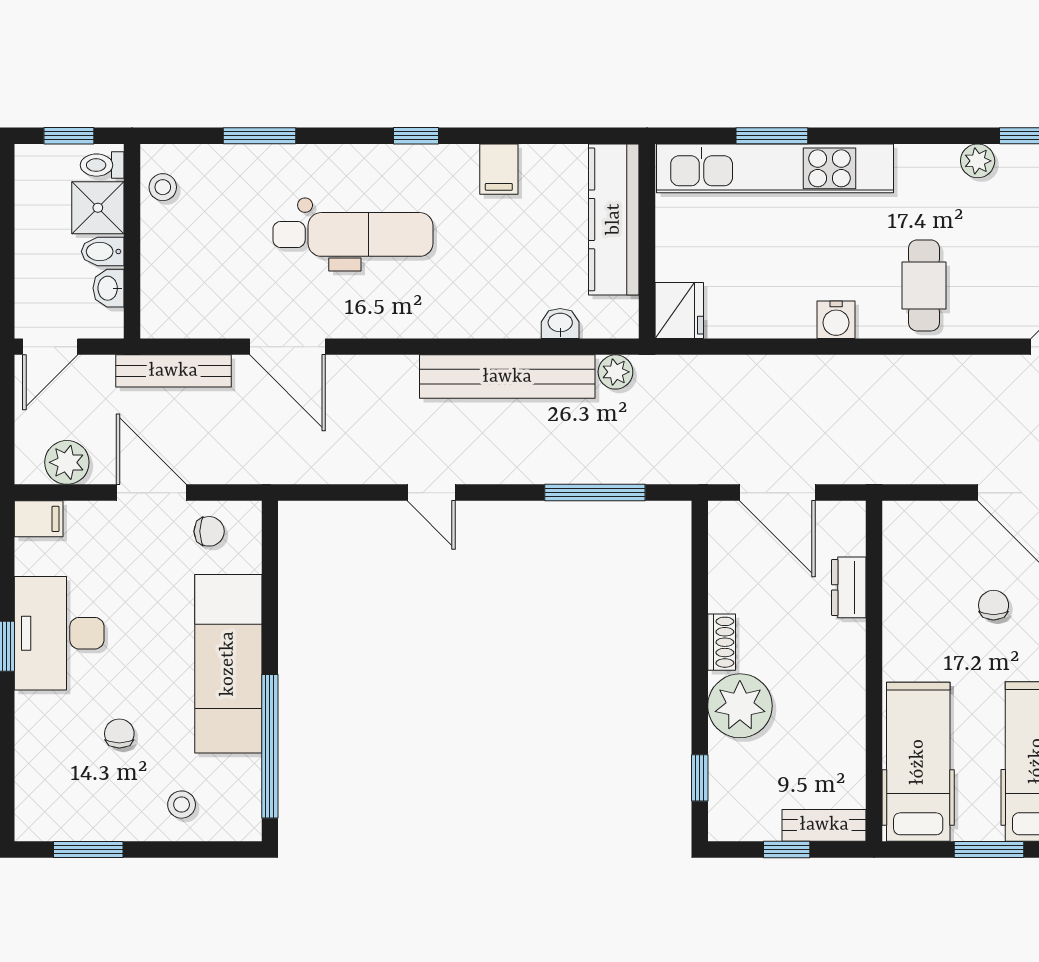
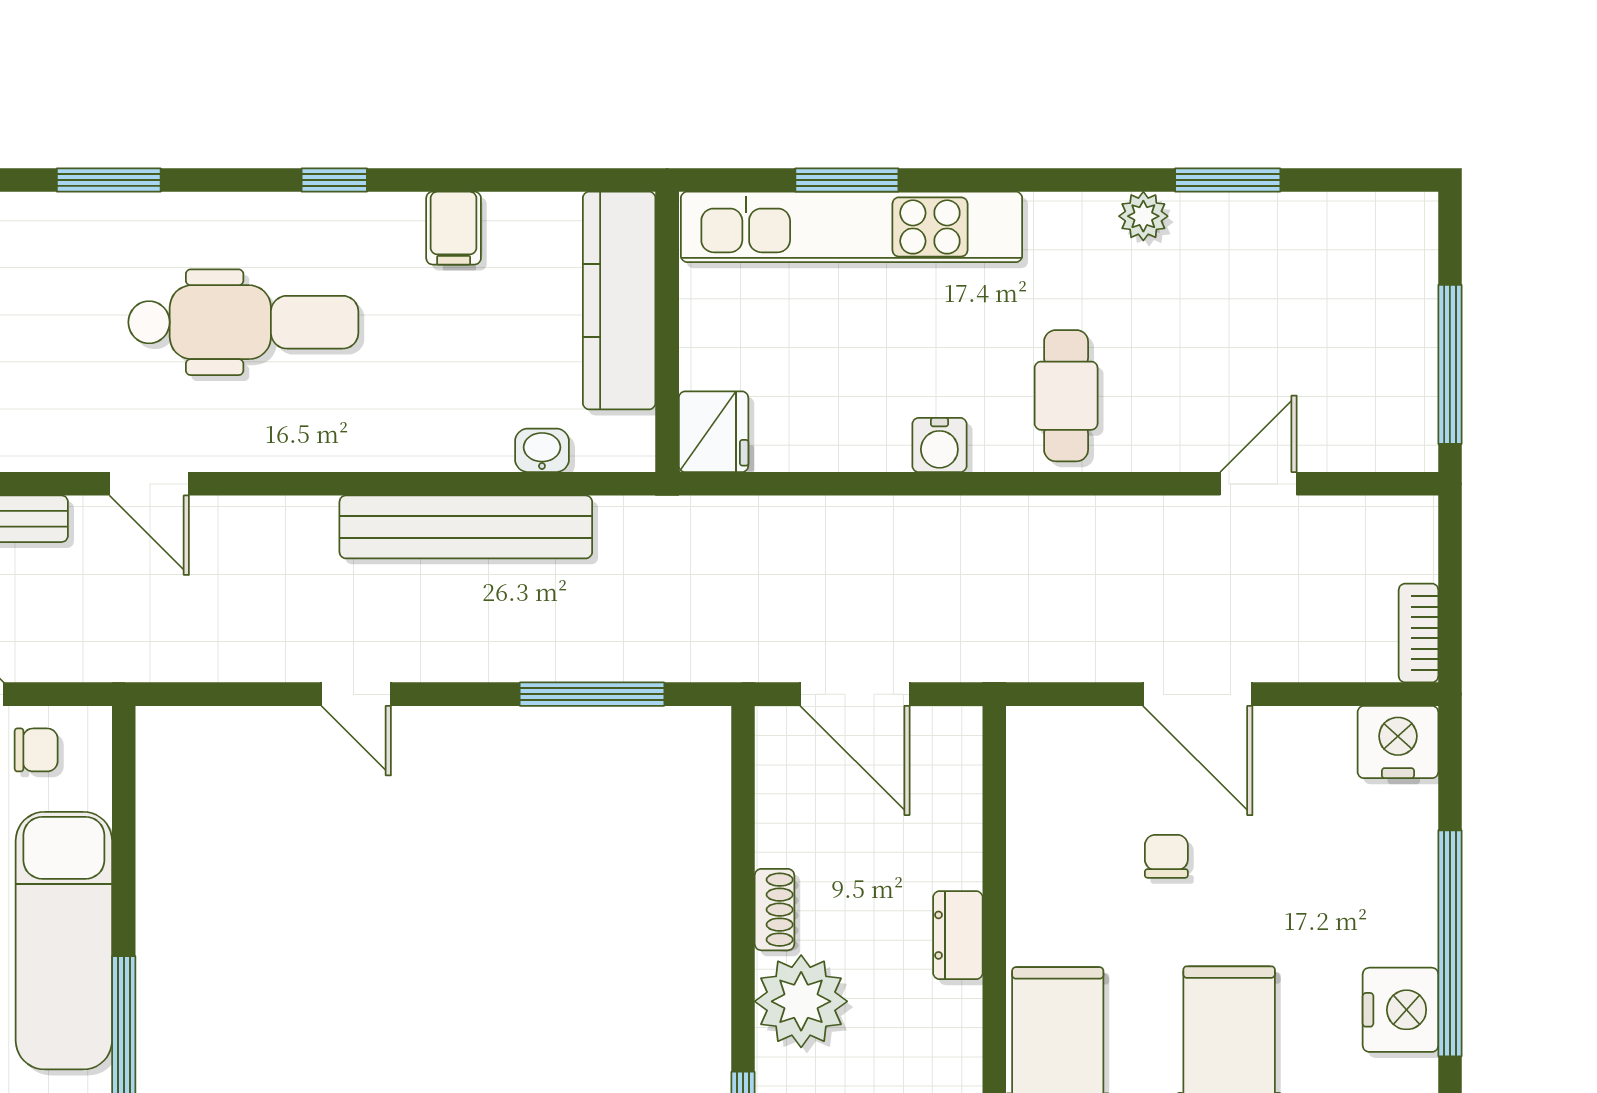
door: (288, 347) -> (149, 484), width x0.73
plant: (615, 372) -> (622, 520), removed
dresser: (849, 587) -> (958, 935), moved

